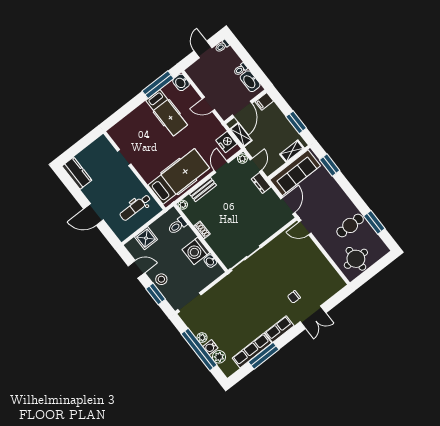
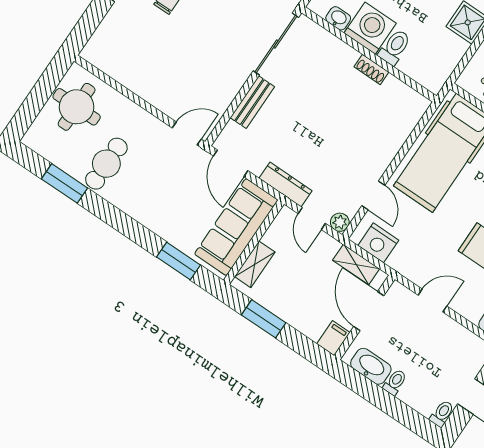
dresser: (261, 183) -> (285, 184), width x1.44
bench: (203, 190) -> (252, 102), moved
plant: (183, 205) -> (421, 104), removed
toilet: (177, 226) -> (395, 47), moved

